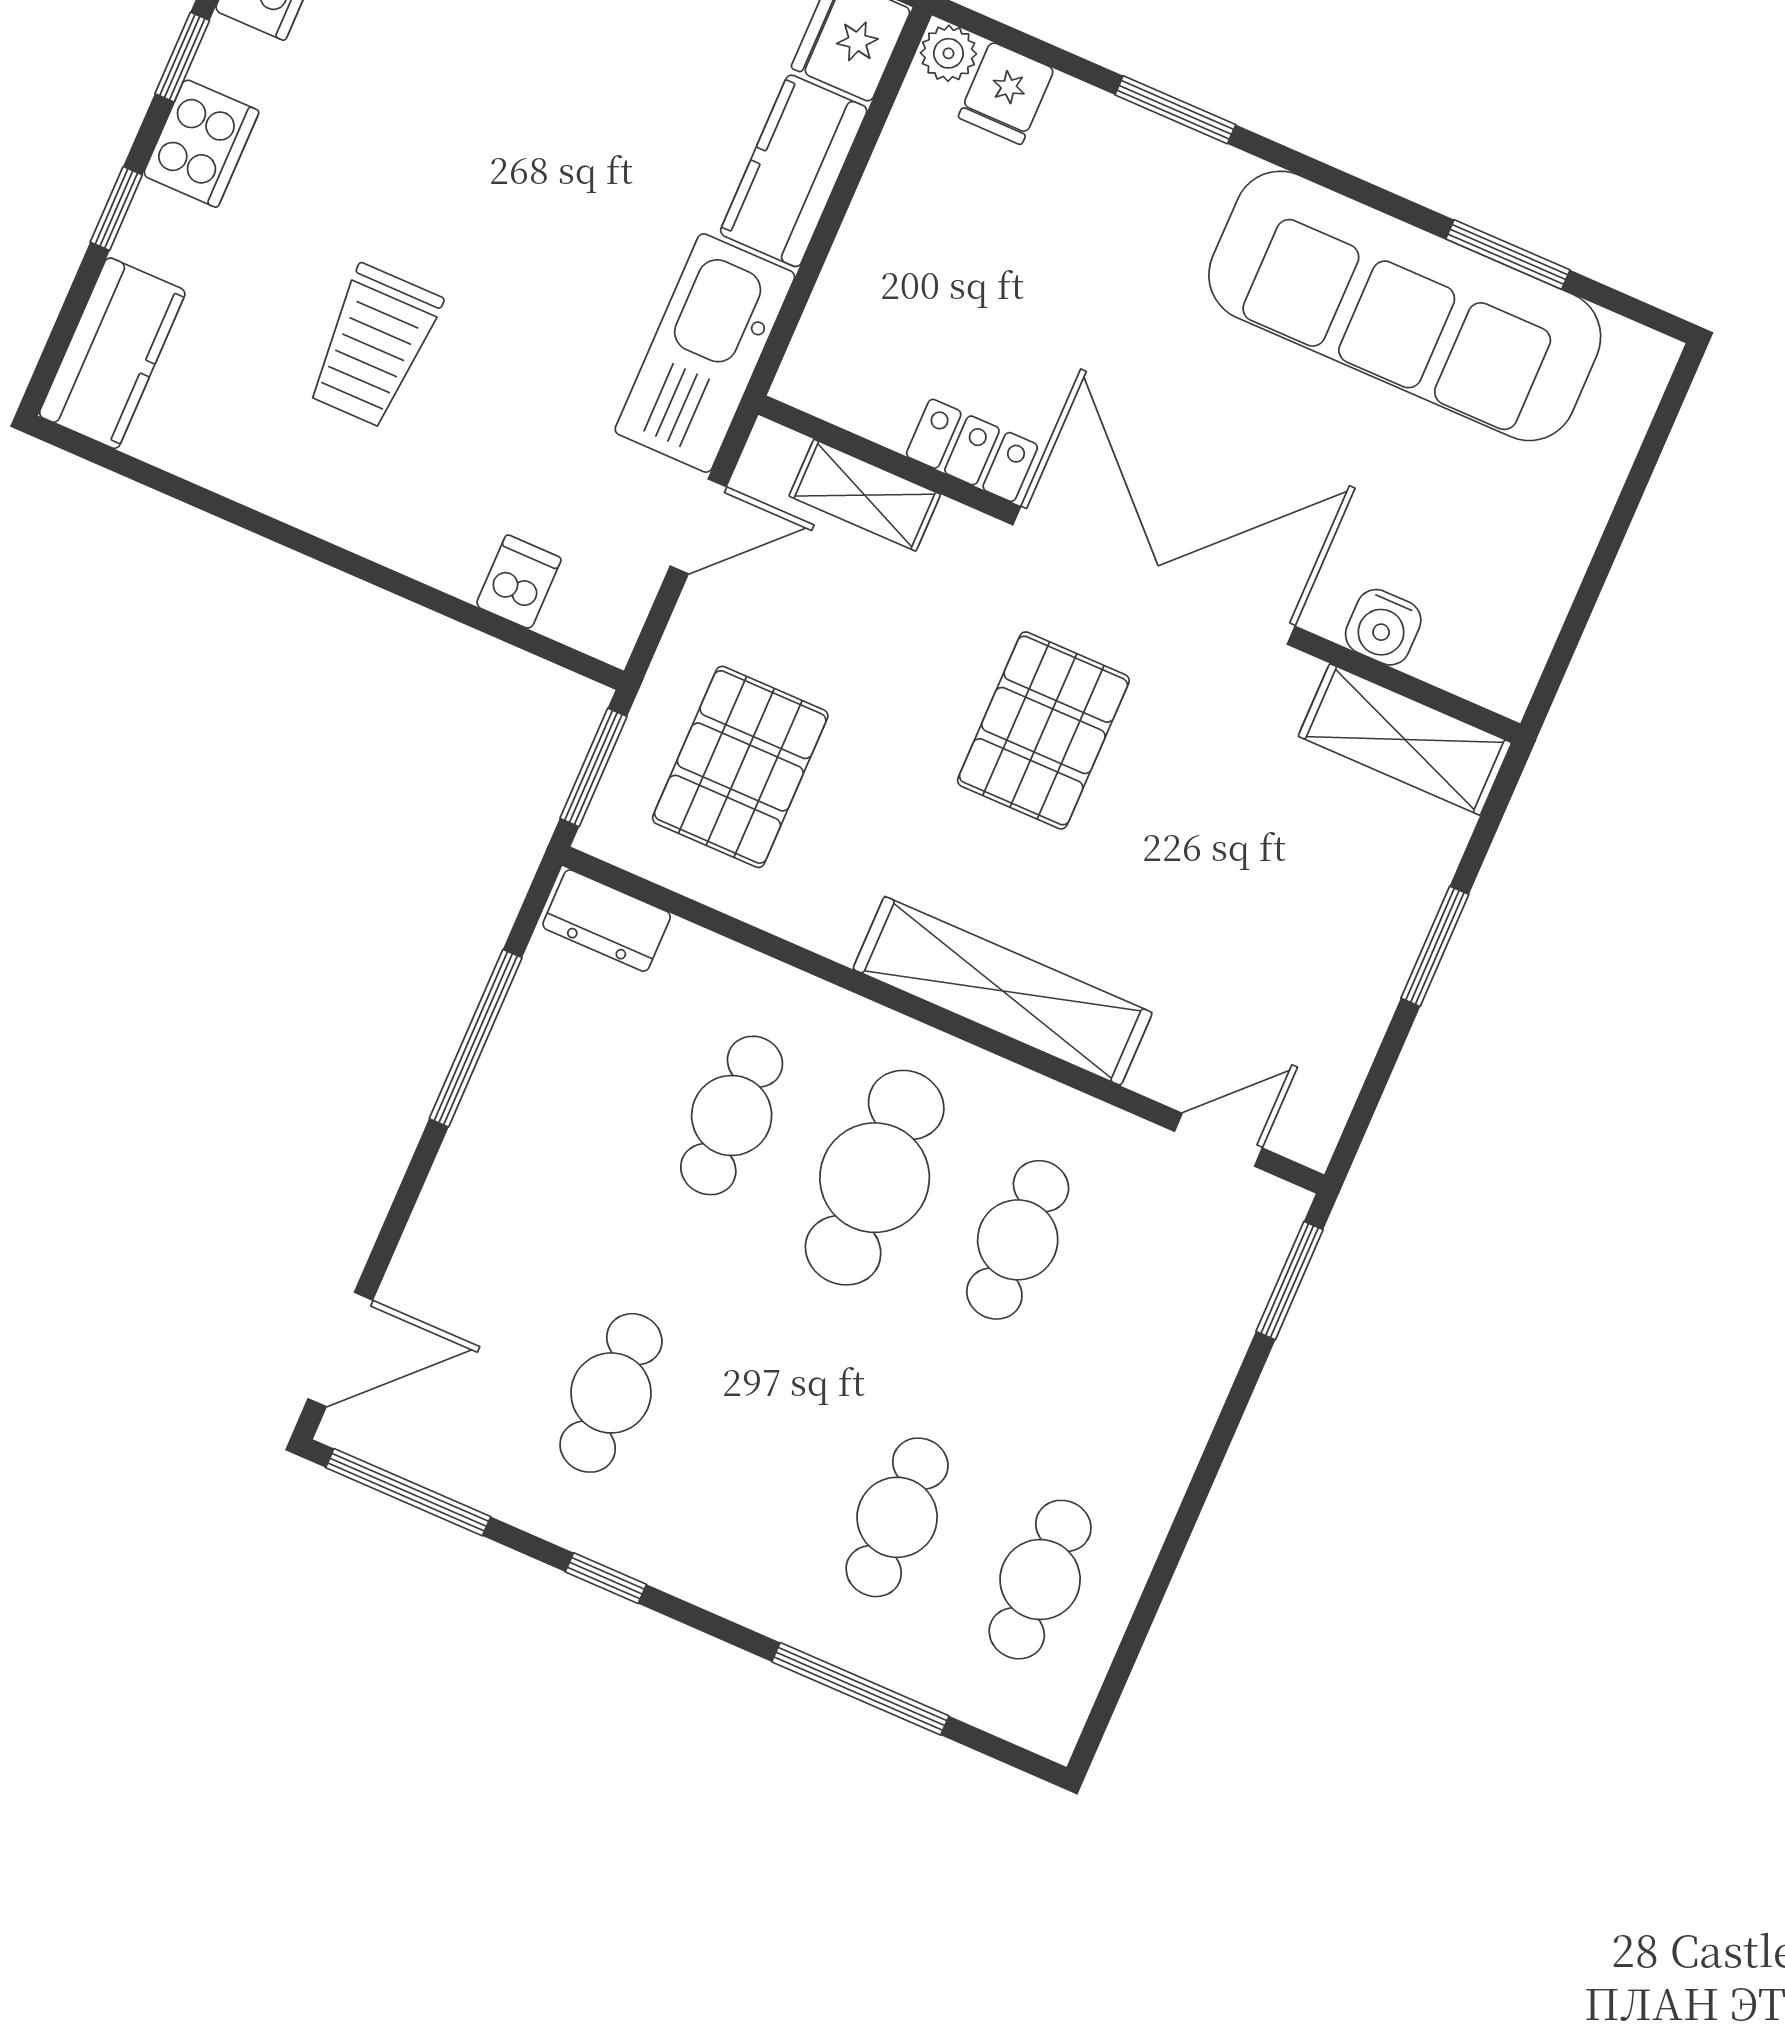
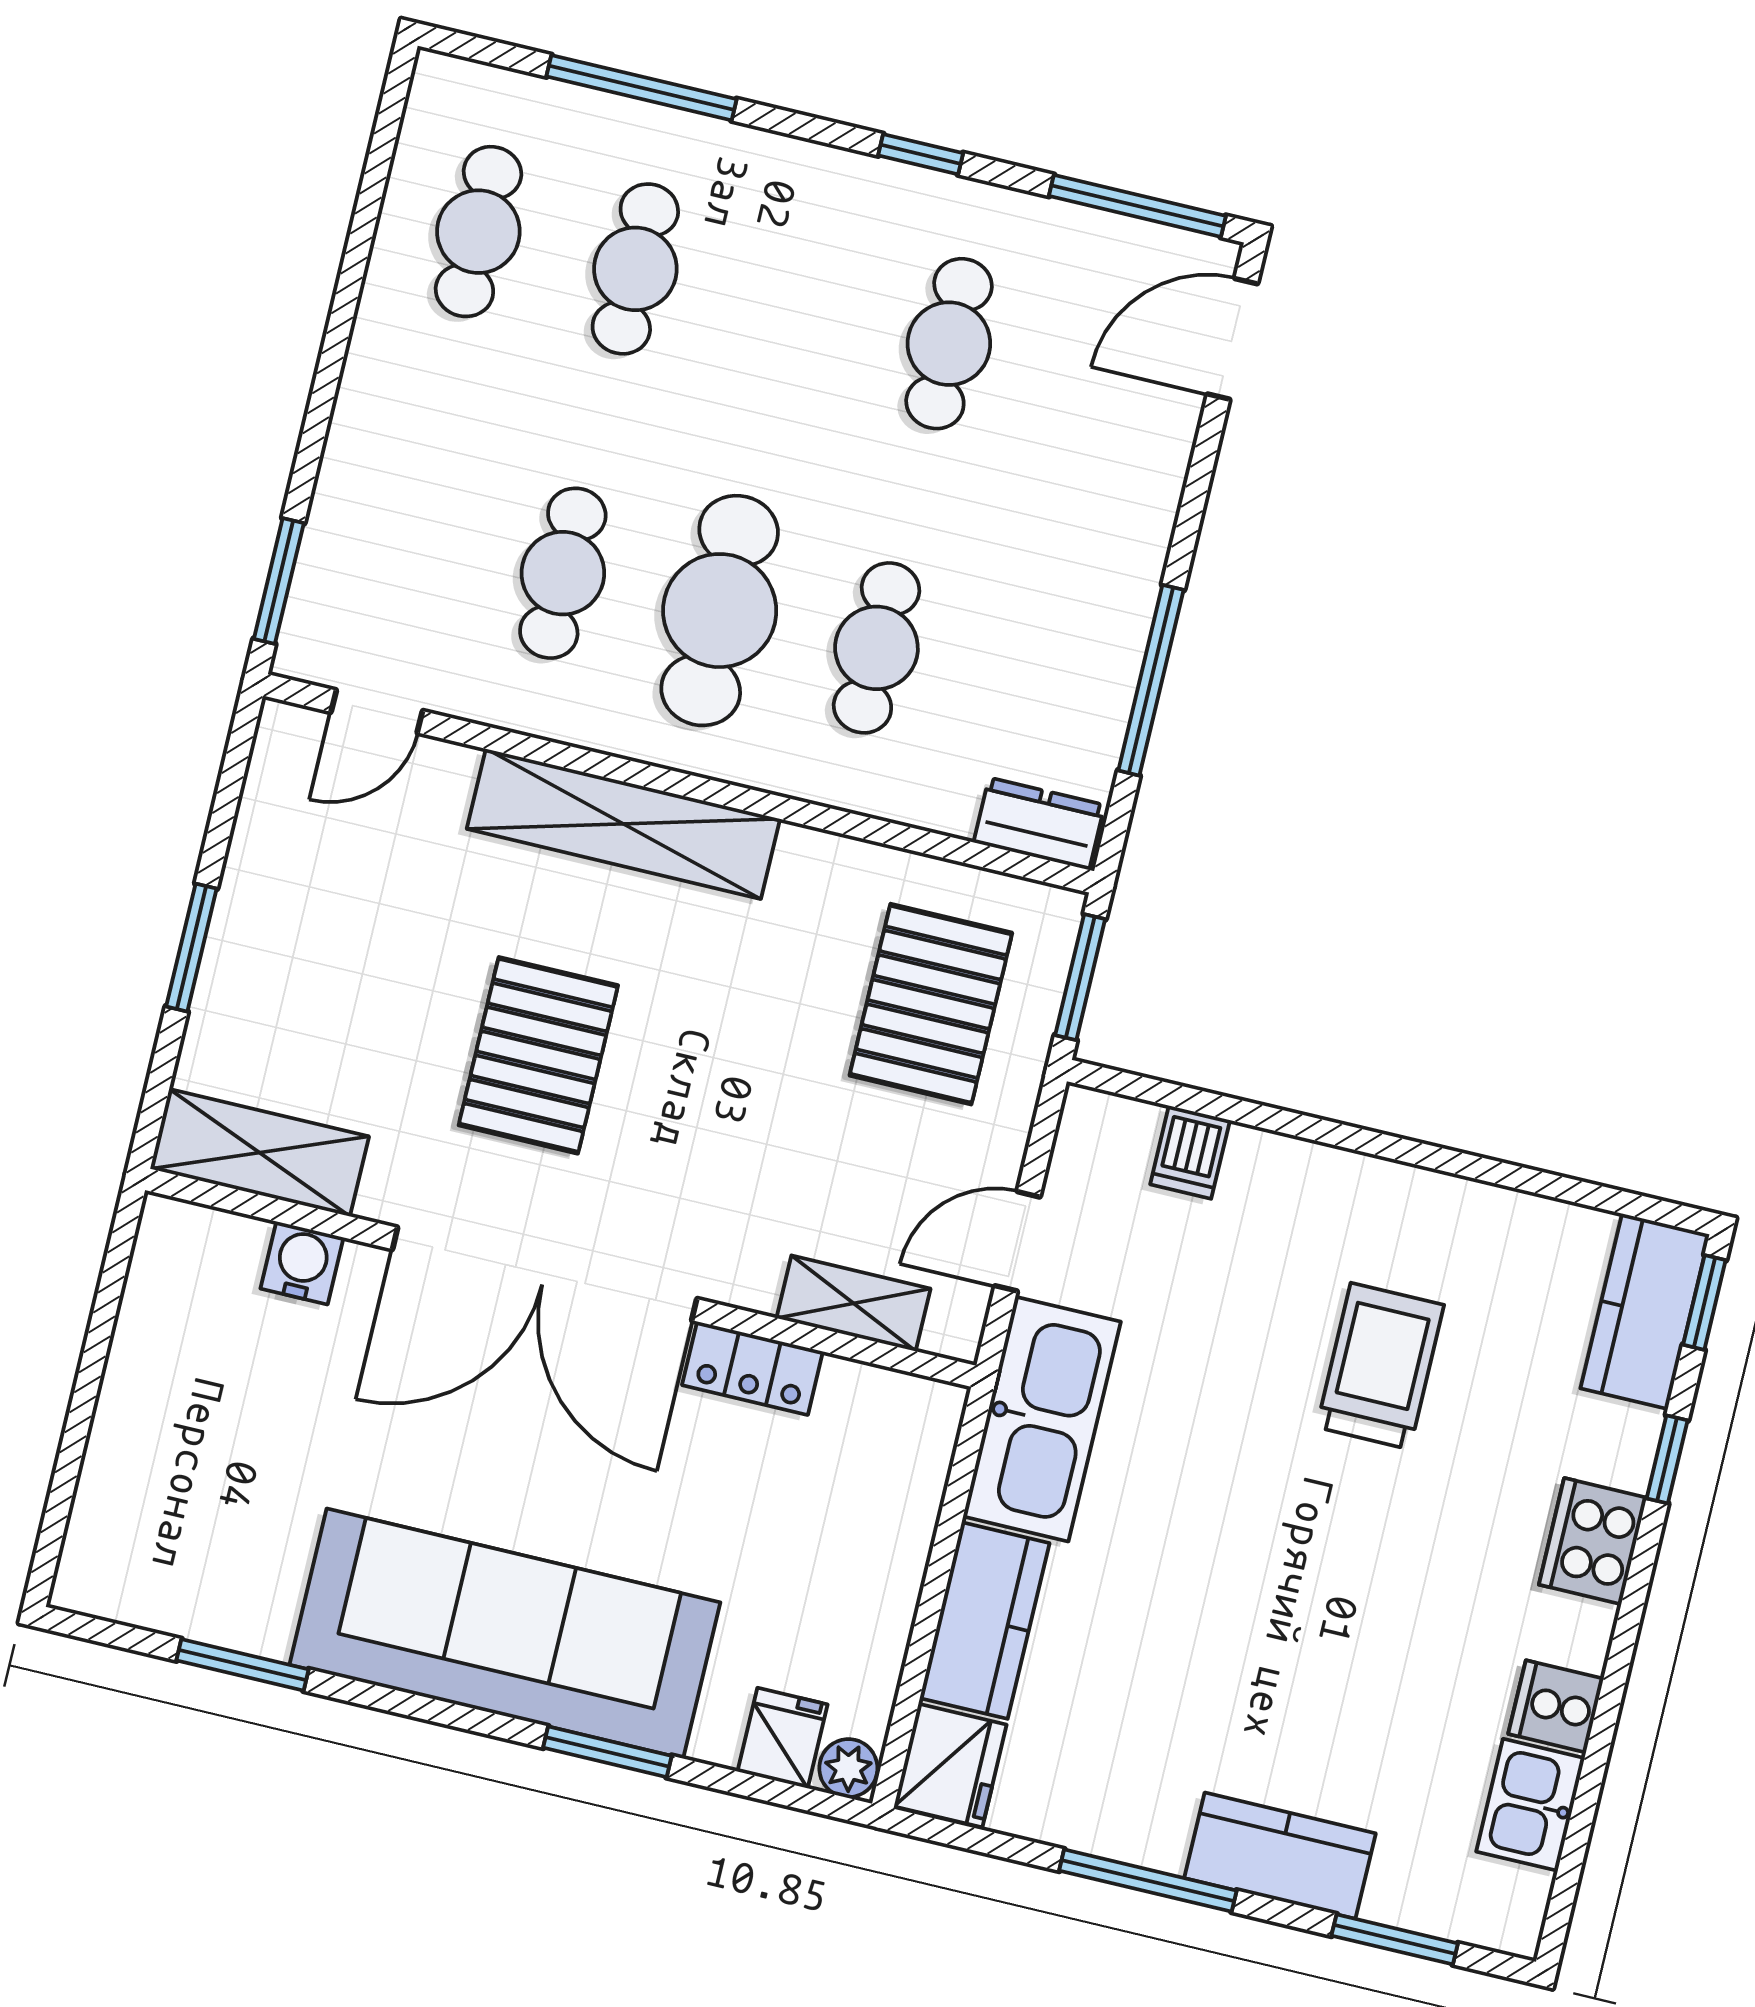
window: (182, 57) -> (1704, 1302), moved
sofa: (1405, 306) -> (505, 1634), moved
pallet: (1043, 730) -> (538, 1055), moved

